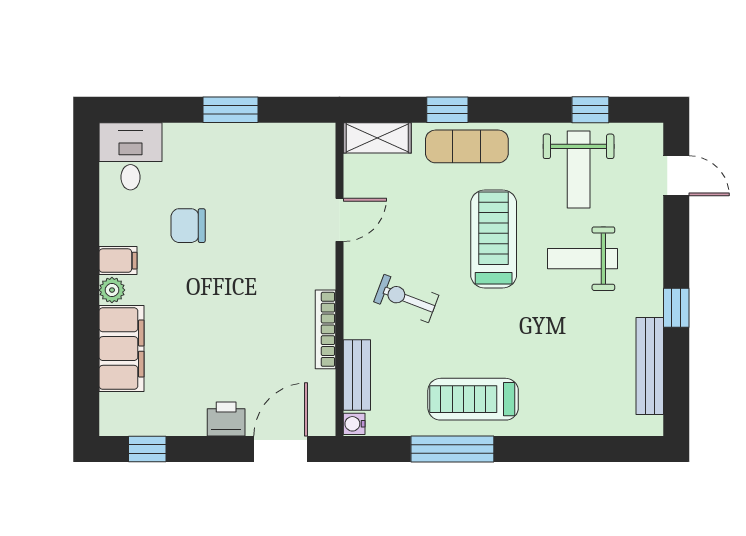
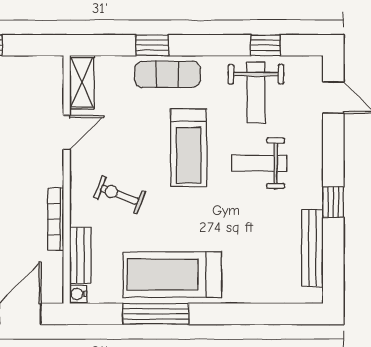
shelving: (377, 138) -> (82, 82), moved, turned 90
treadmill: (494, 239) -> (189, 148), turned 180
treadmill: (473, 399) -> (172, 274), width x1.37, depth x1.38

